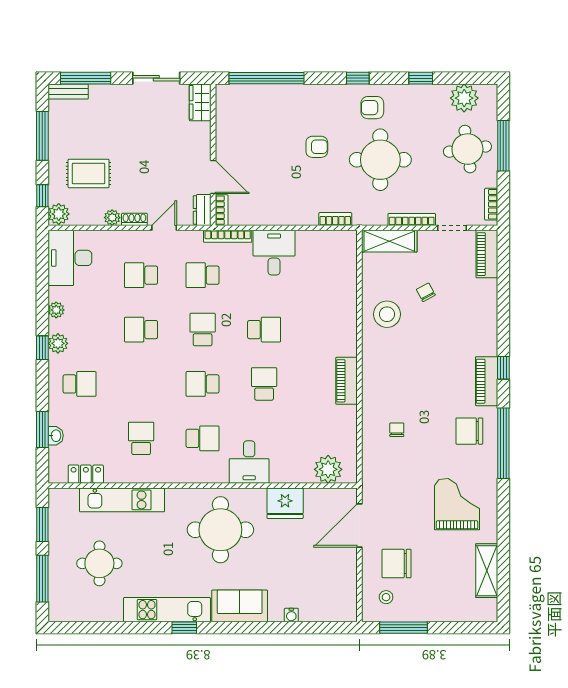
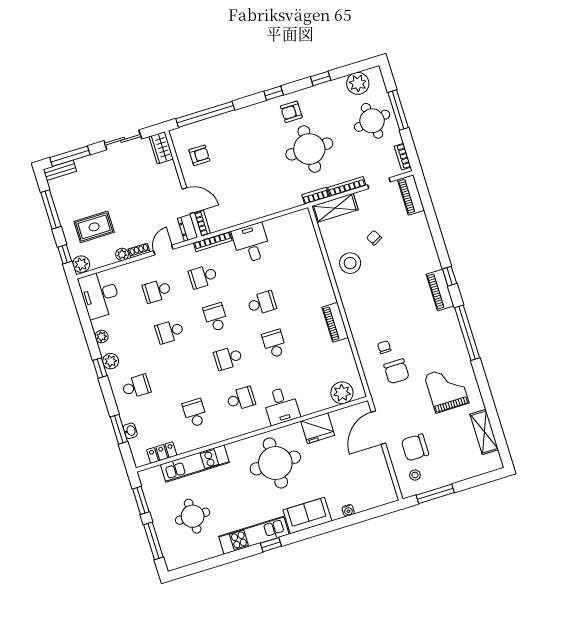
armchair: (317, 147) -> (199, 155), moved
bookcase: (335, 219) -> (315, 196), moved
chair: (469, 431) -> (396, 371), moved, turned -90

